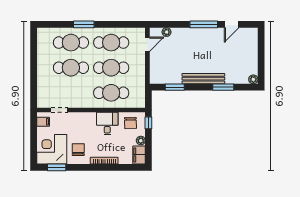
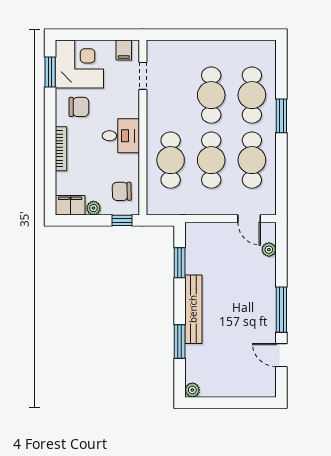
desk: (107, 124) -> (121, 136), moved

